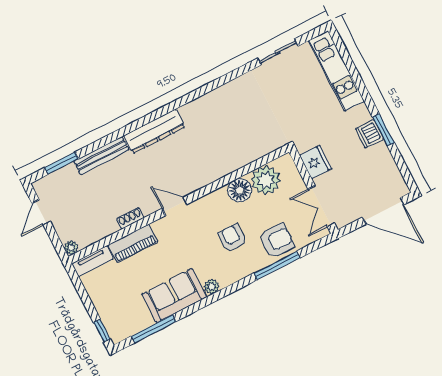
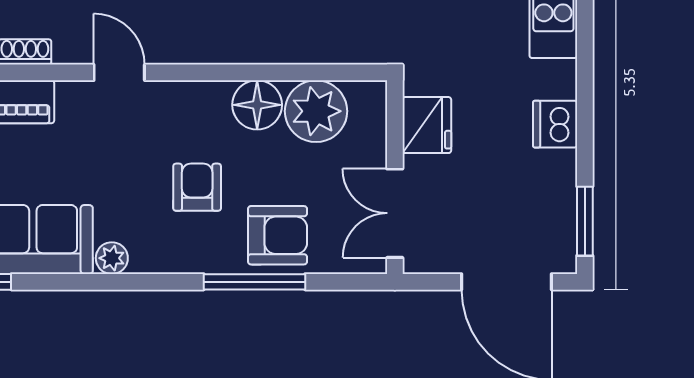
window: (383, 130) -> (585, 221), moved

